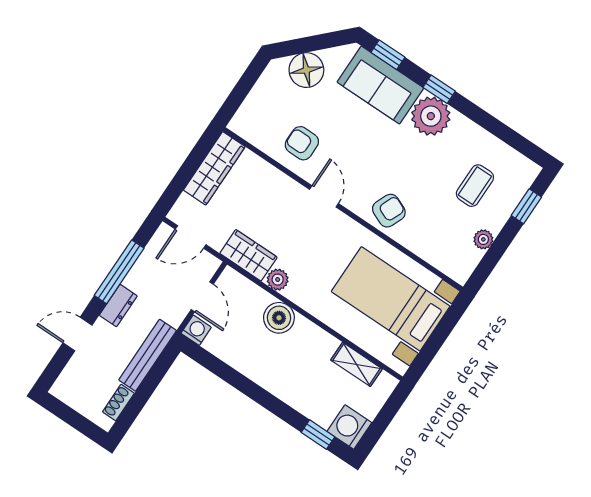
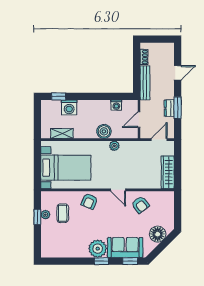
armchair: (302, 143) -> (140, 205), turned 52
coffee table: (475, 186) -> (63, 213), moved
window: (526, 206) -> (37, 217), moved
wardrobe: (248, 255) -> (132, 148), removed
window: (119, 272) -> (178, 108), width x0.69
door: (202, 297) -> (139, 120), hinge flipped
dresser: (118, 306) -> (169, 108), moved
washing machine: (196, 330) -> (116, 105), moved
washing machine: (349, 427) -> (69, 107), moved, turned 90

